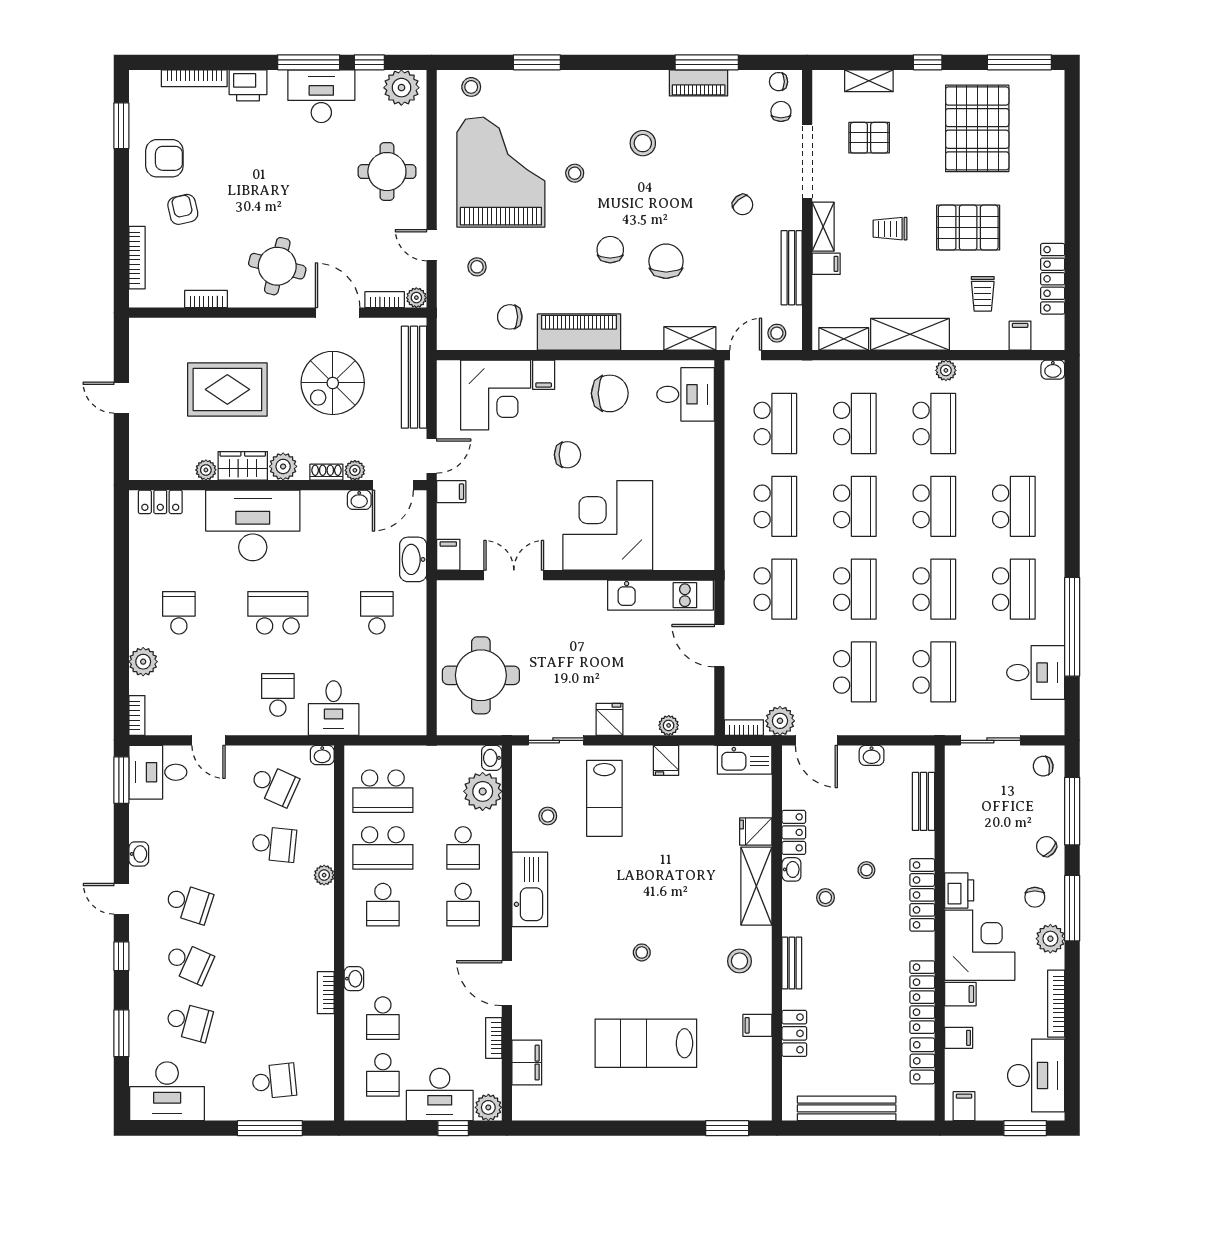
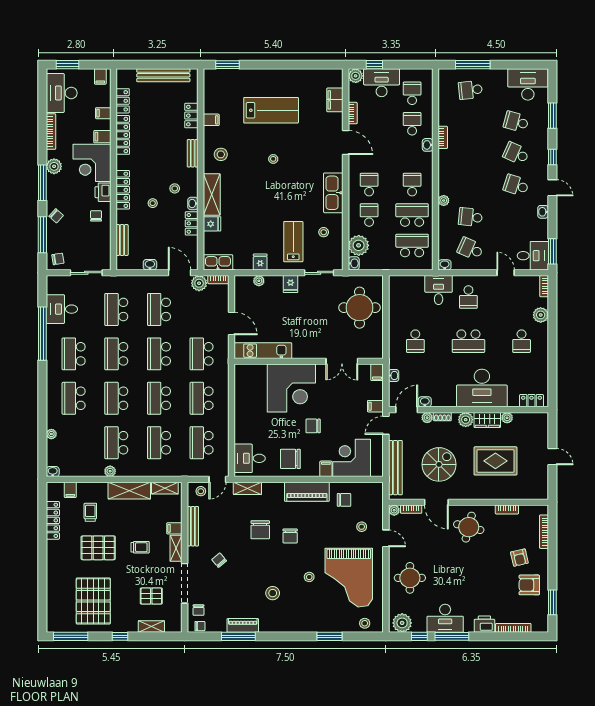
plant: (1055, 440) -> (51, 434), added
washbasin: (413, 559) -> (394, 376), width x0.52, depth x0.69
chair: (1035, 897) -> (96, 216), moved

